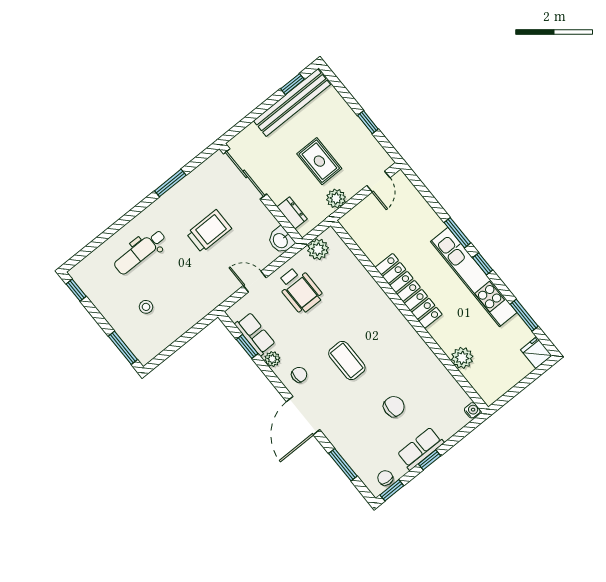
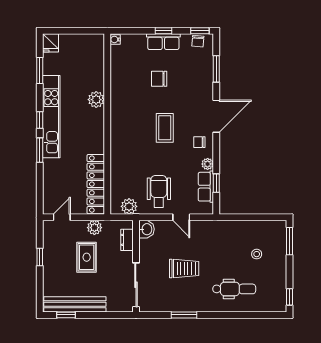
trolley: (209, 231) -> (184, 269), turned 180
locker: (409, 291) -> (96, 184), moved
plant: (462, 358) -> (96, 100), moved

